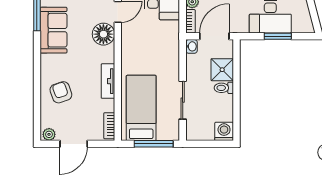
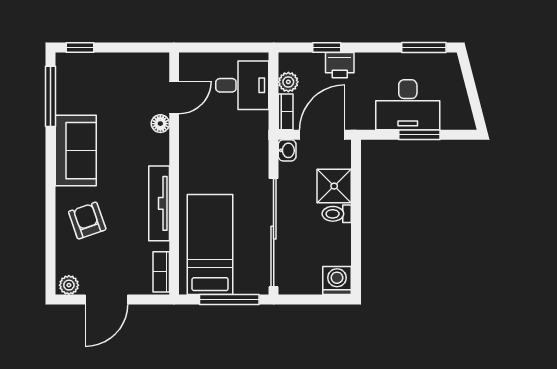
sofa: (53, 30) -> (76, 151), moved
floor lamp: (103, 34) -> (160, 124), width x0.53, depth x0.53
tv unit: (108, 81) -> (159, 203), width x1.41
sliding door: (183, 100) -> (274, 233), width x1.86

